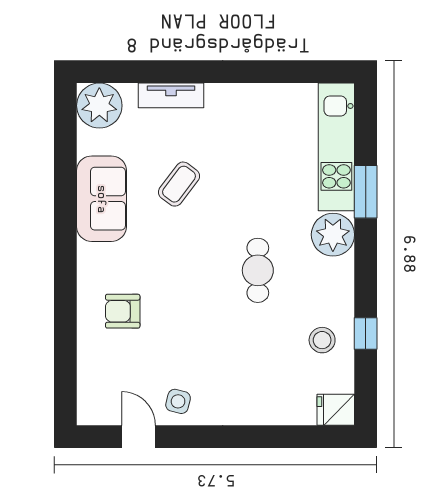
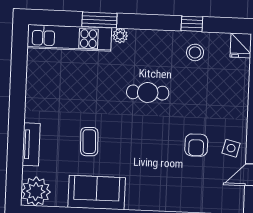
coffee table: (179, 184) -> (89, 142), turned 51
plant: (333, 235) -> (120, 36), width x0.53, depth x0.53
armchair: (123, 311) -> (196, 145), moved

